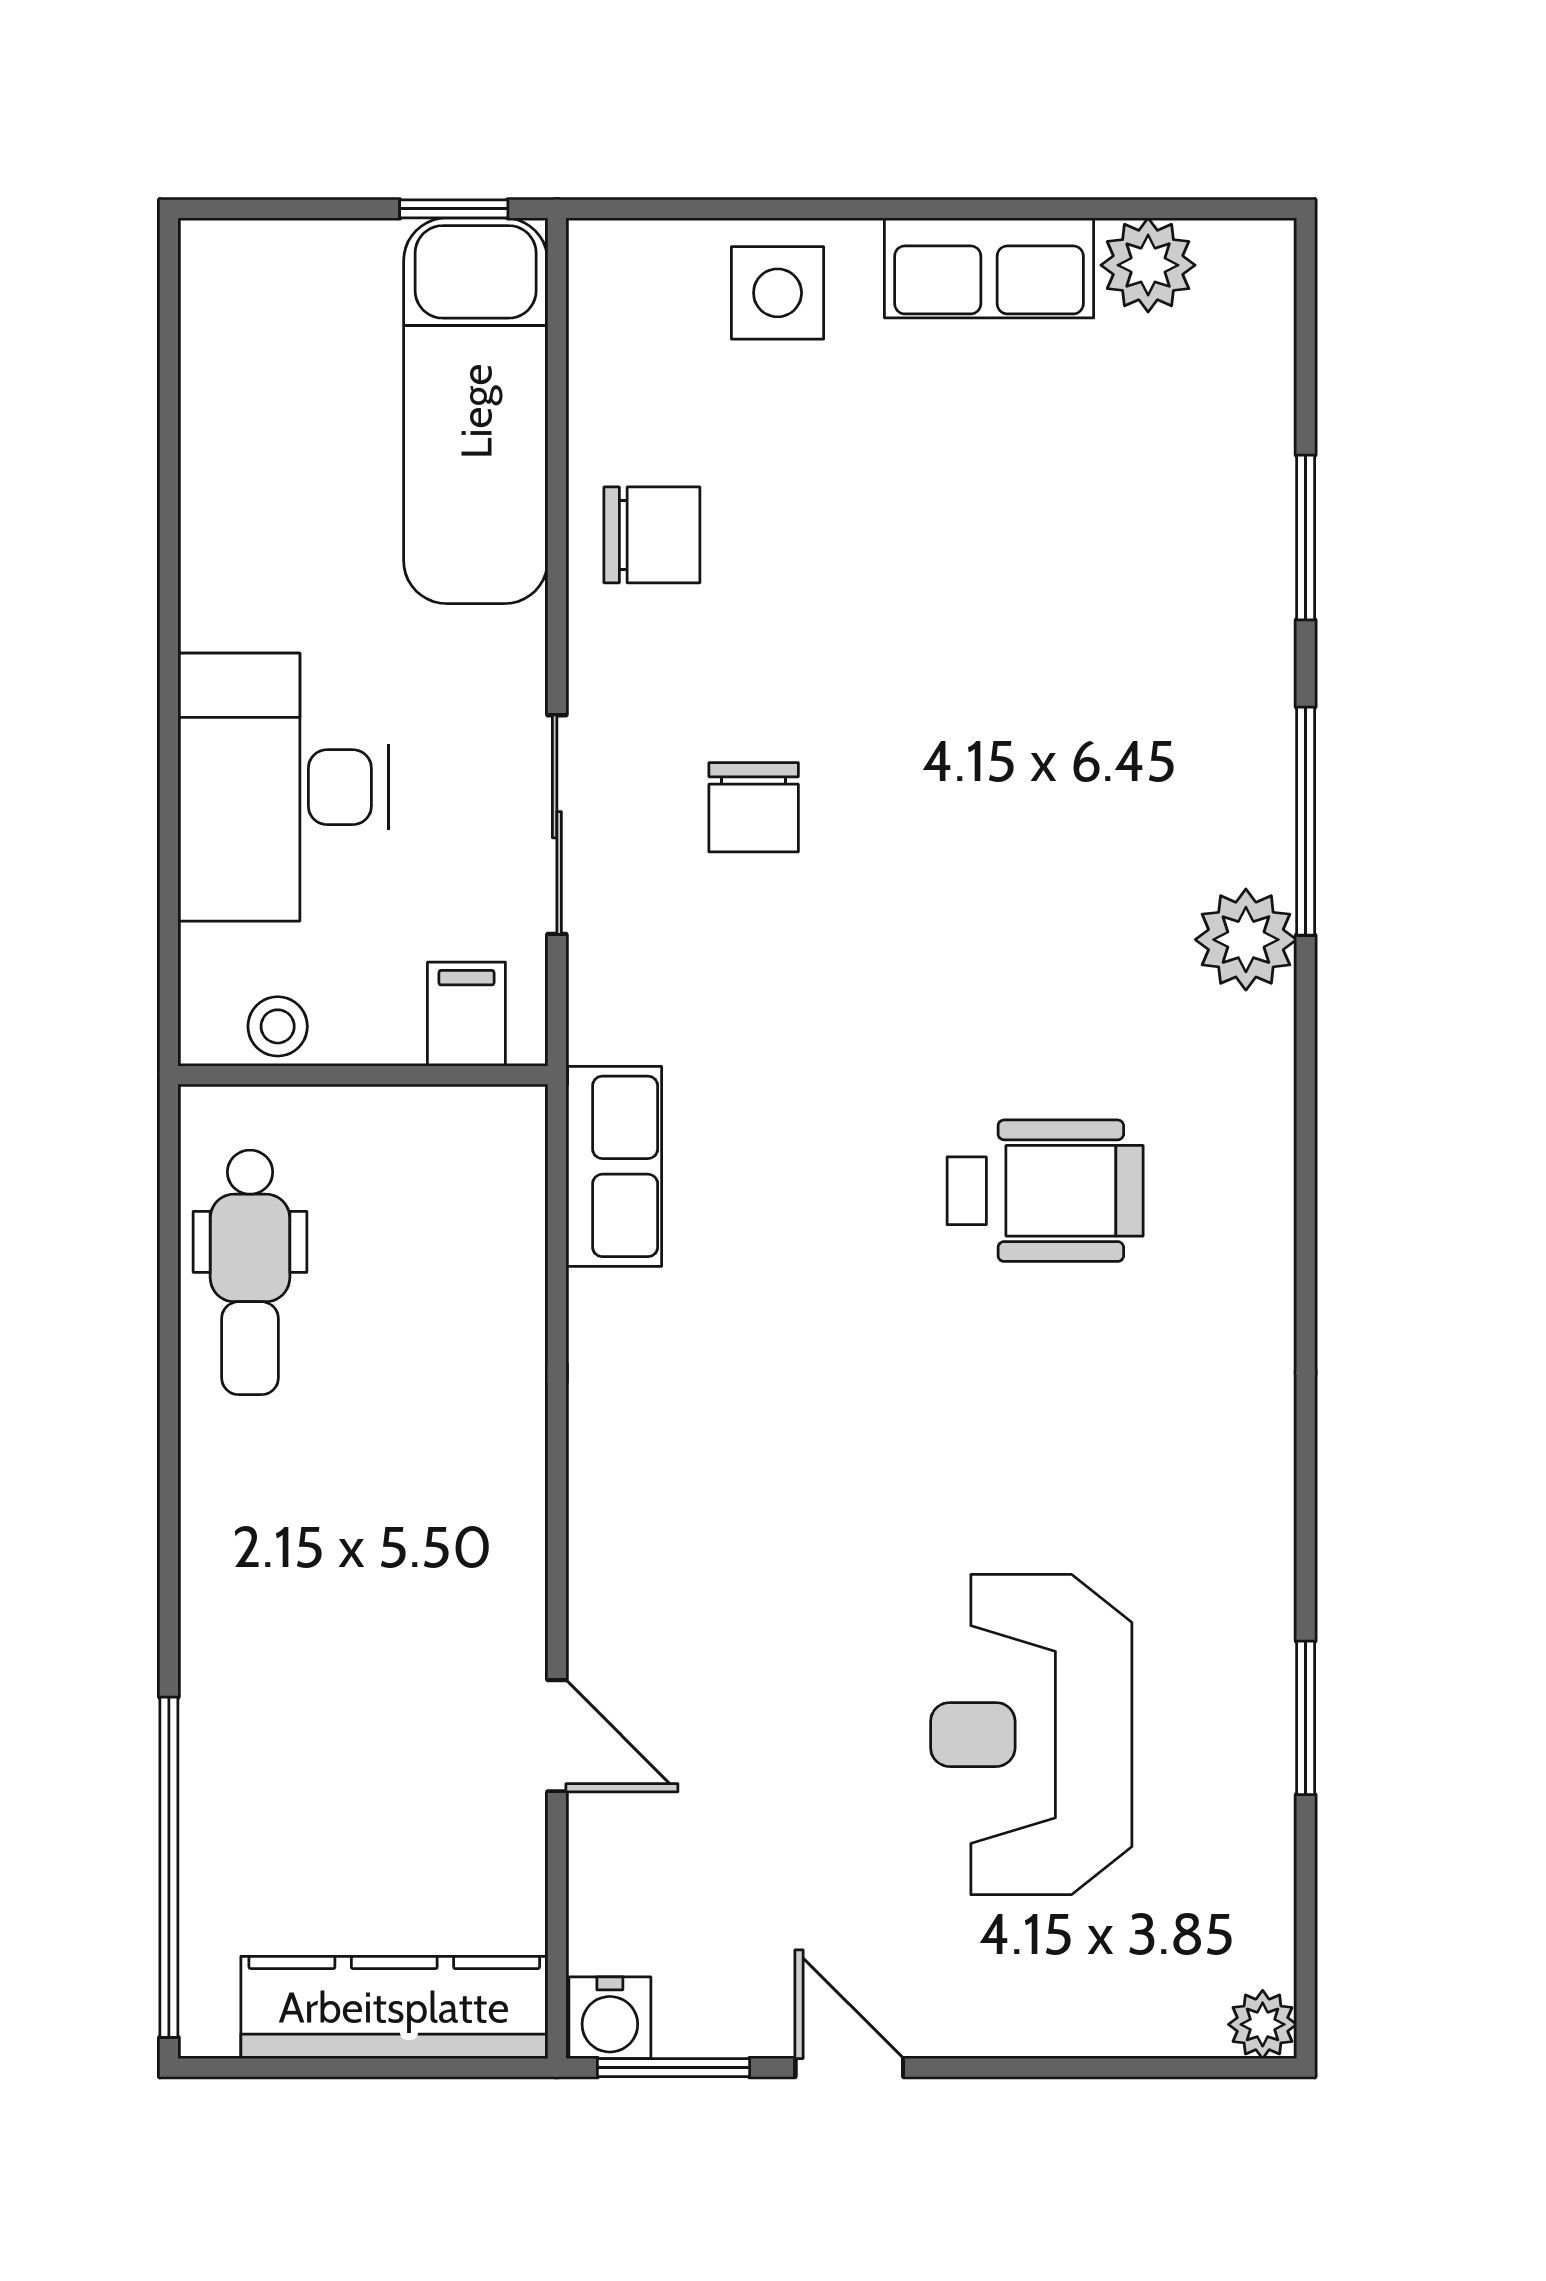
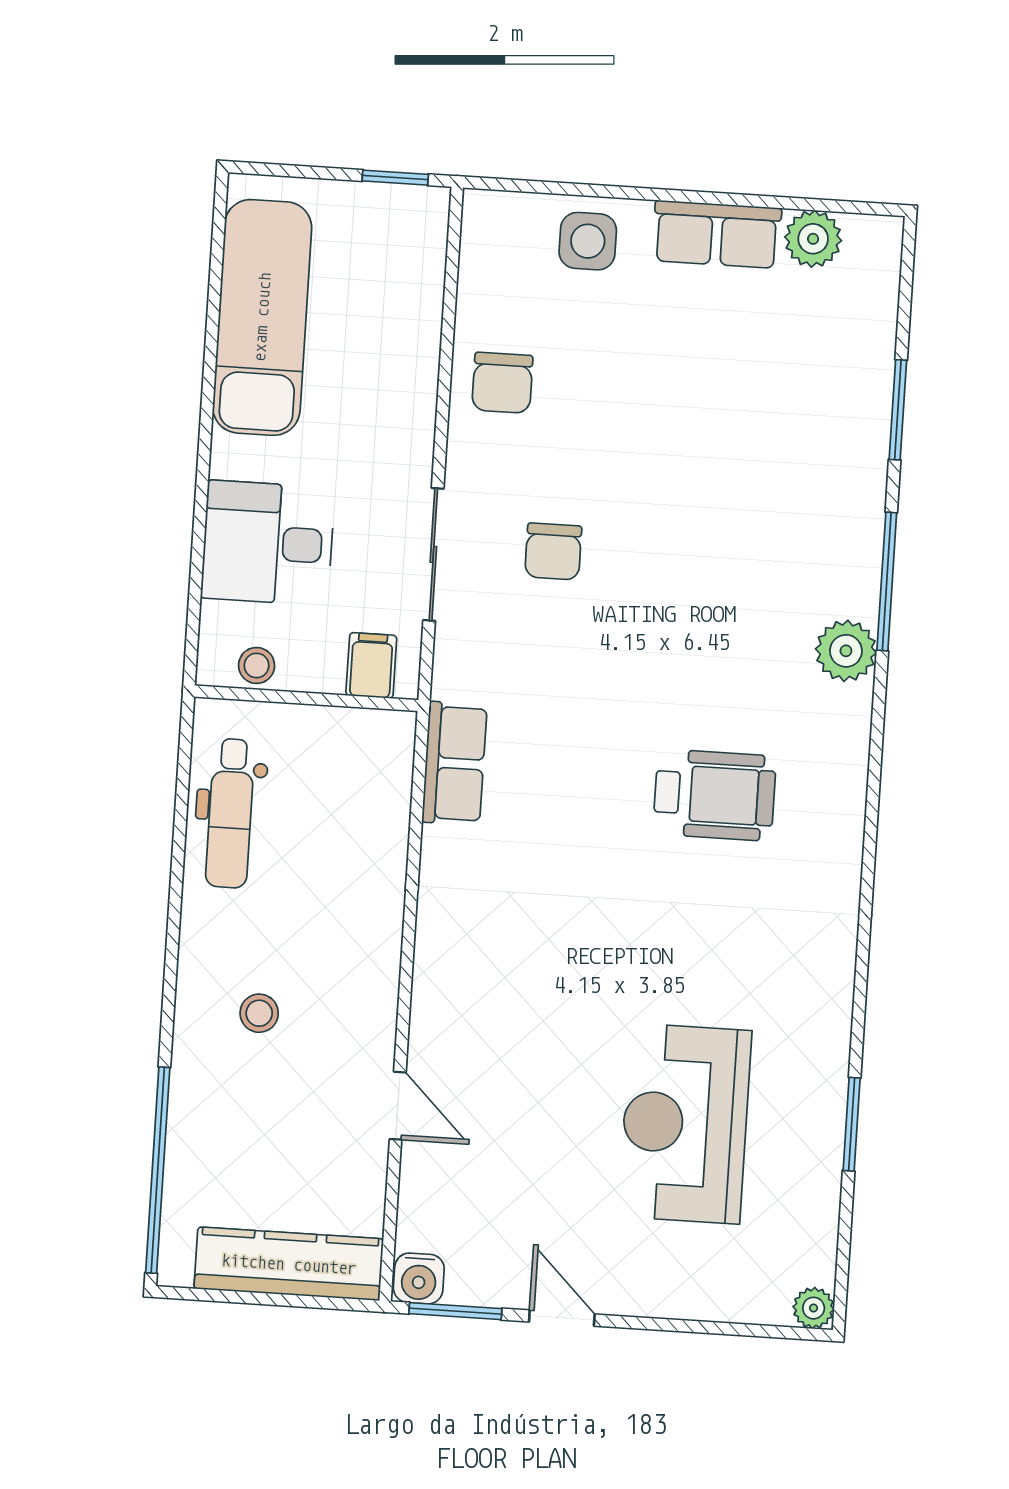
exam couch: (476, 411) -> (262, 317), moved, turned 180
chair: (652, 535) -> (502, 383), turned 90
desk: (283, 787) -> (268, 543), width x0.73
stool: (319, 1598) -> (259, 1013), added

